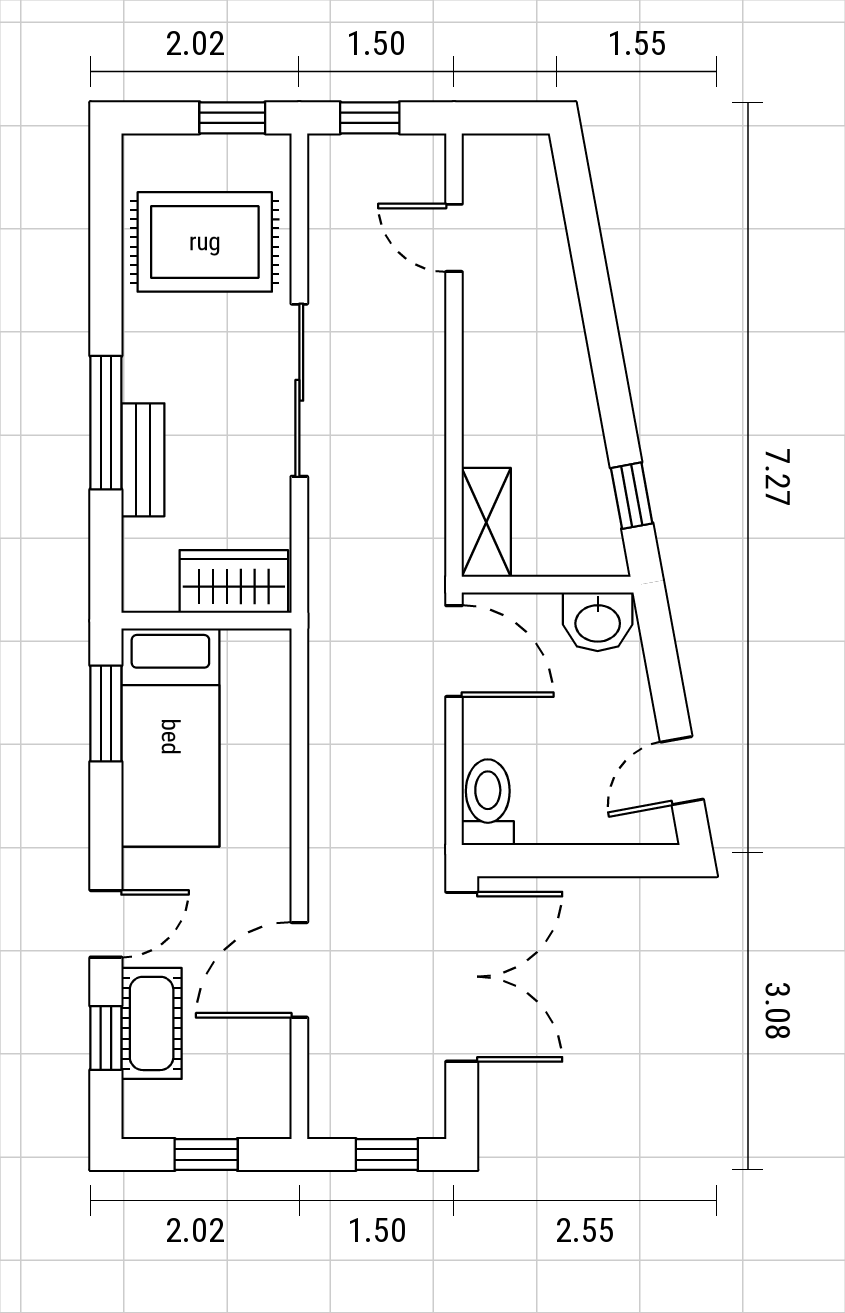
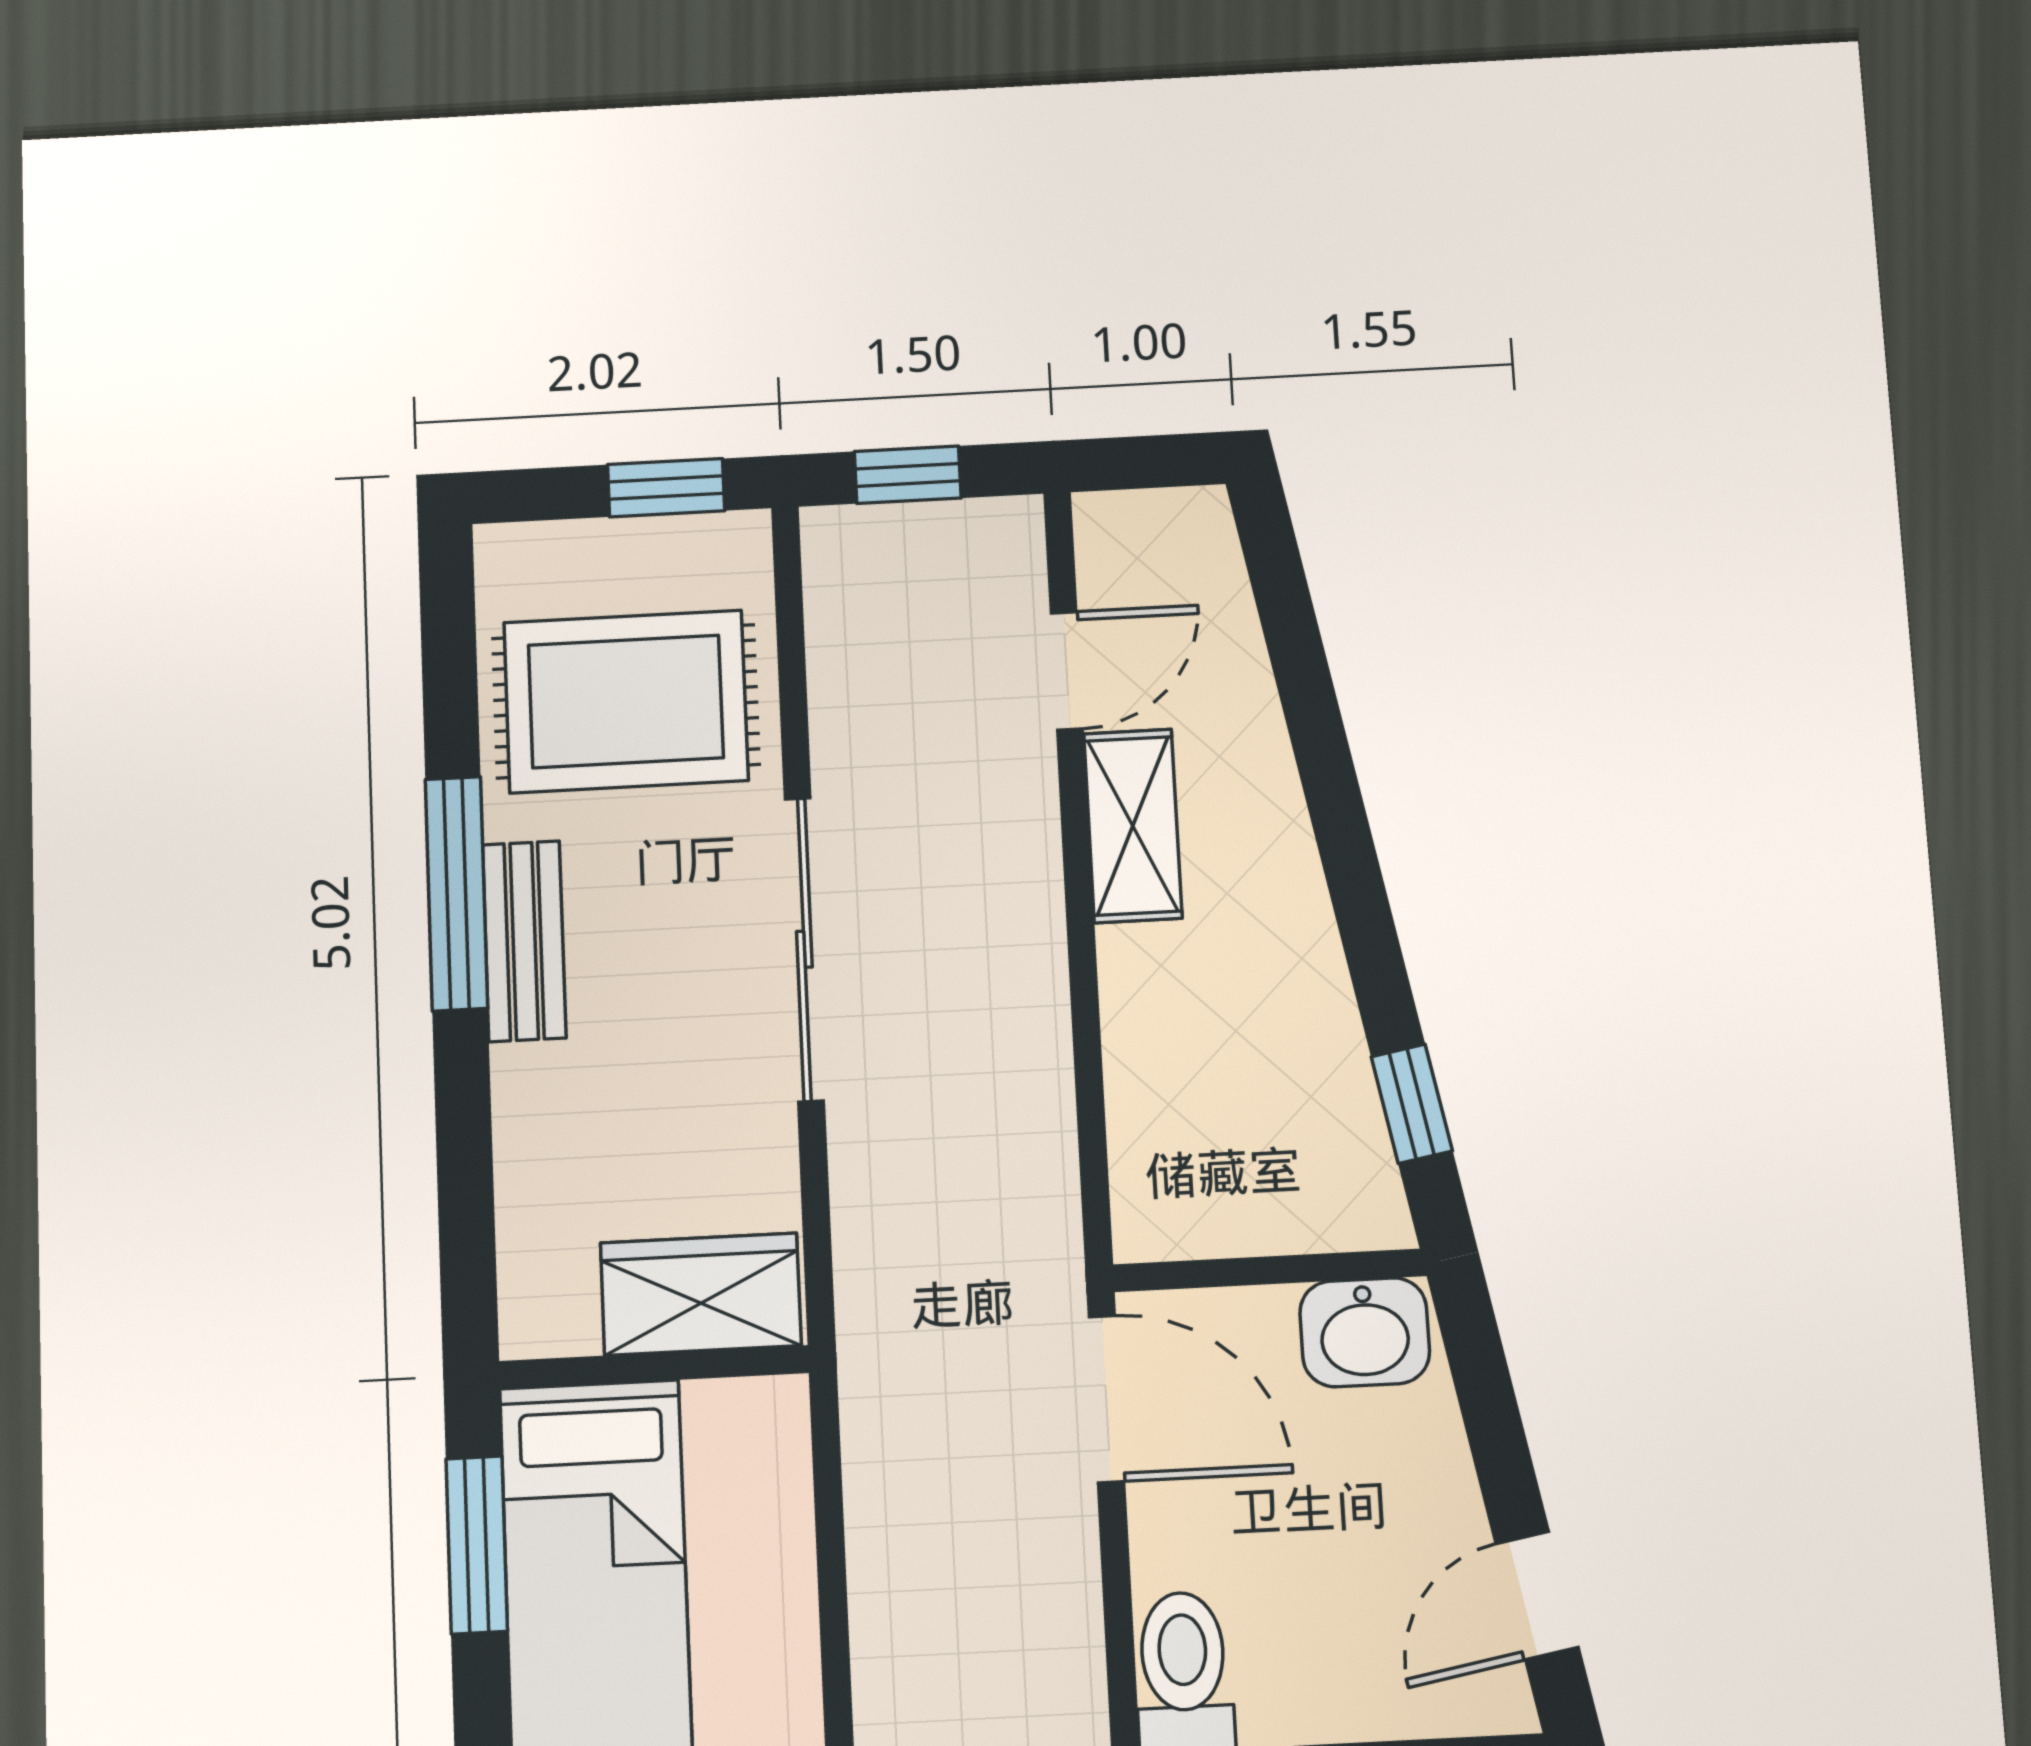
door: (454, 238) -> (1067, 671), swing flipped
window: (106, 423) -> (456, 893), moved
bench: (143, 460) -> (524, 941), moved
shelving: (486, 522) -> (1133, 826), moved

